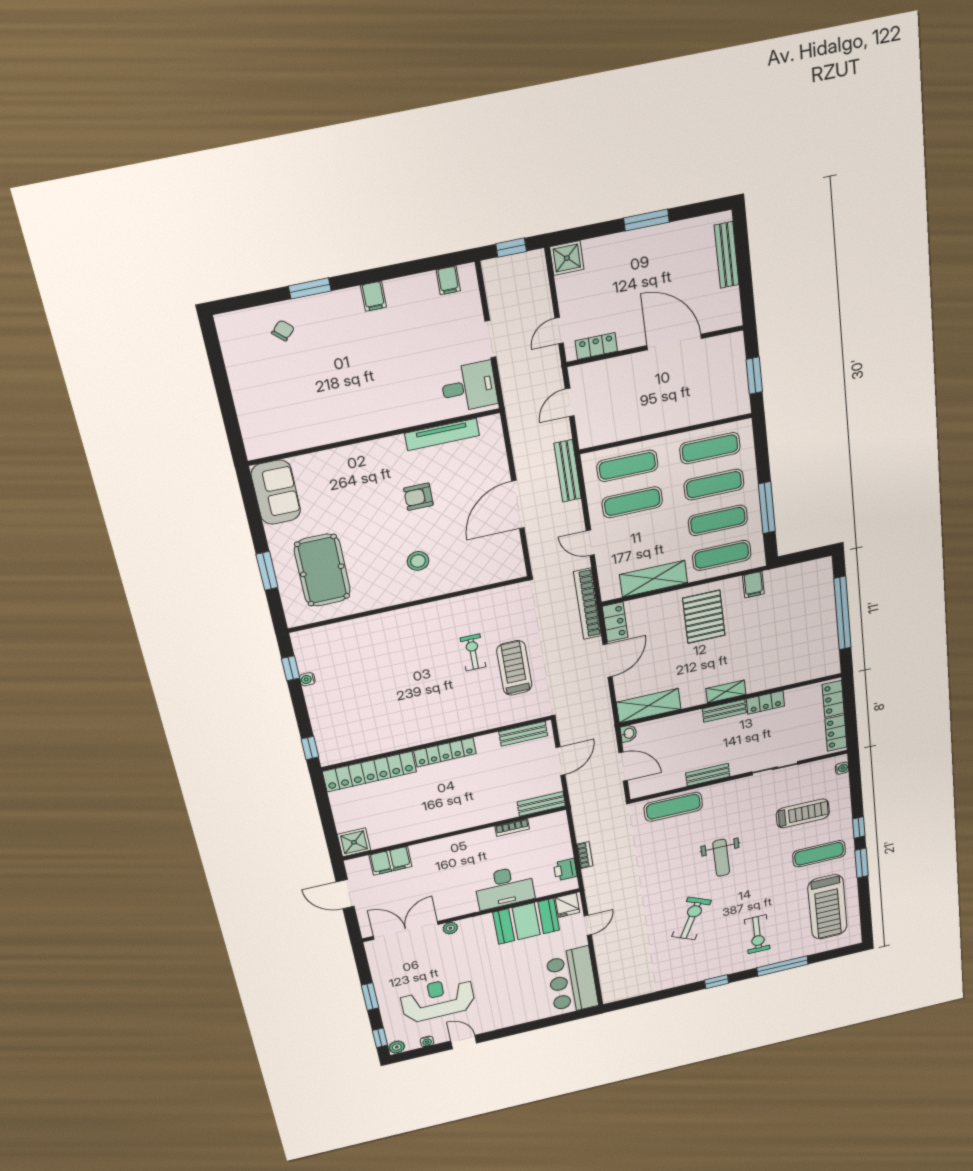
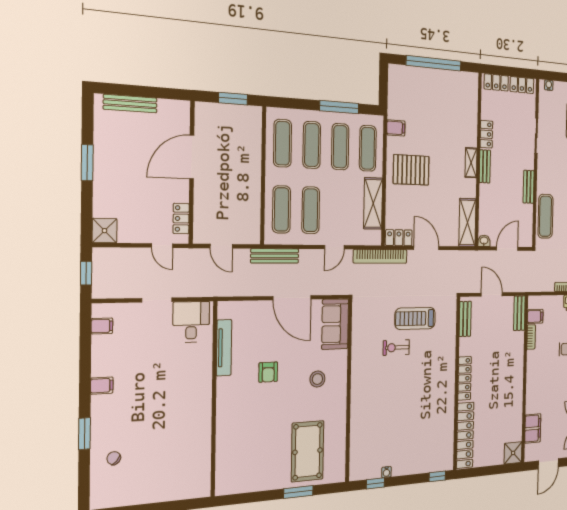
sofa: (276, 492) -> (335, 324), moved, turned -90
pool table: (322, 570) -> (308, 451), turned 90
filing cabinet: (540, 826) -> (535, 316), added

